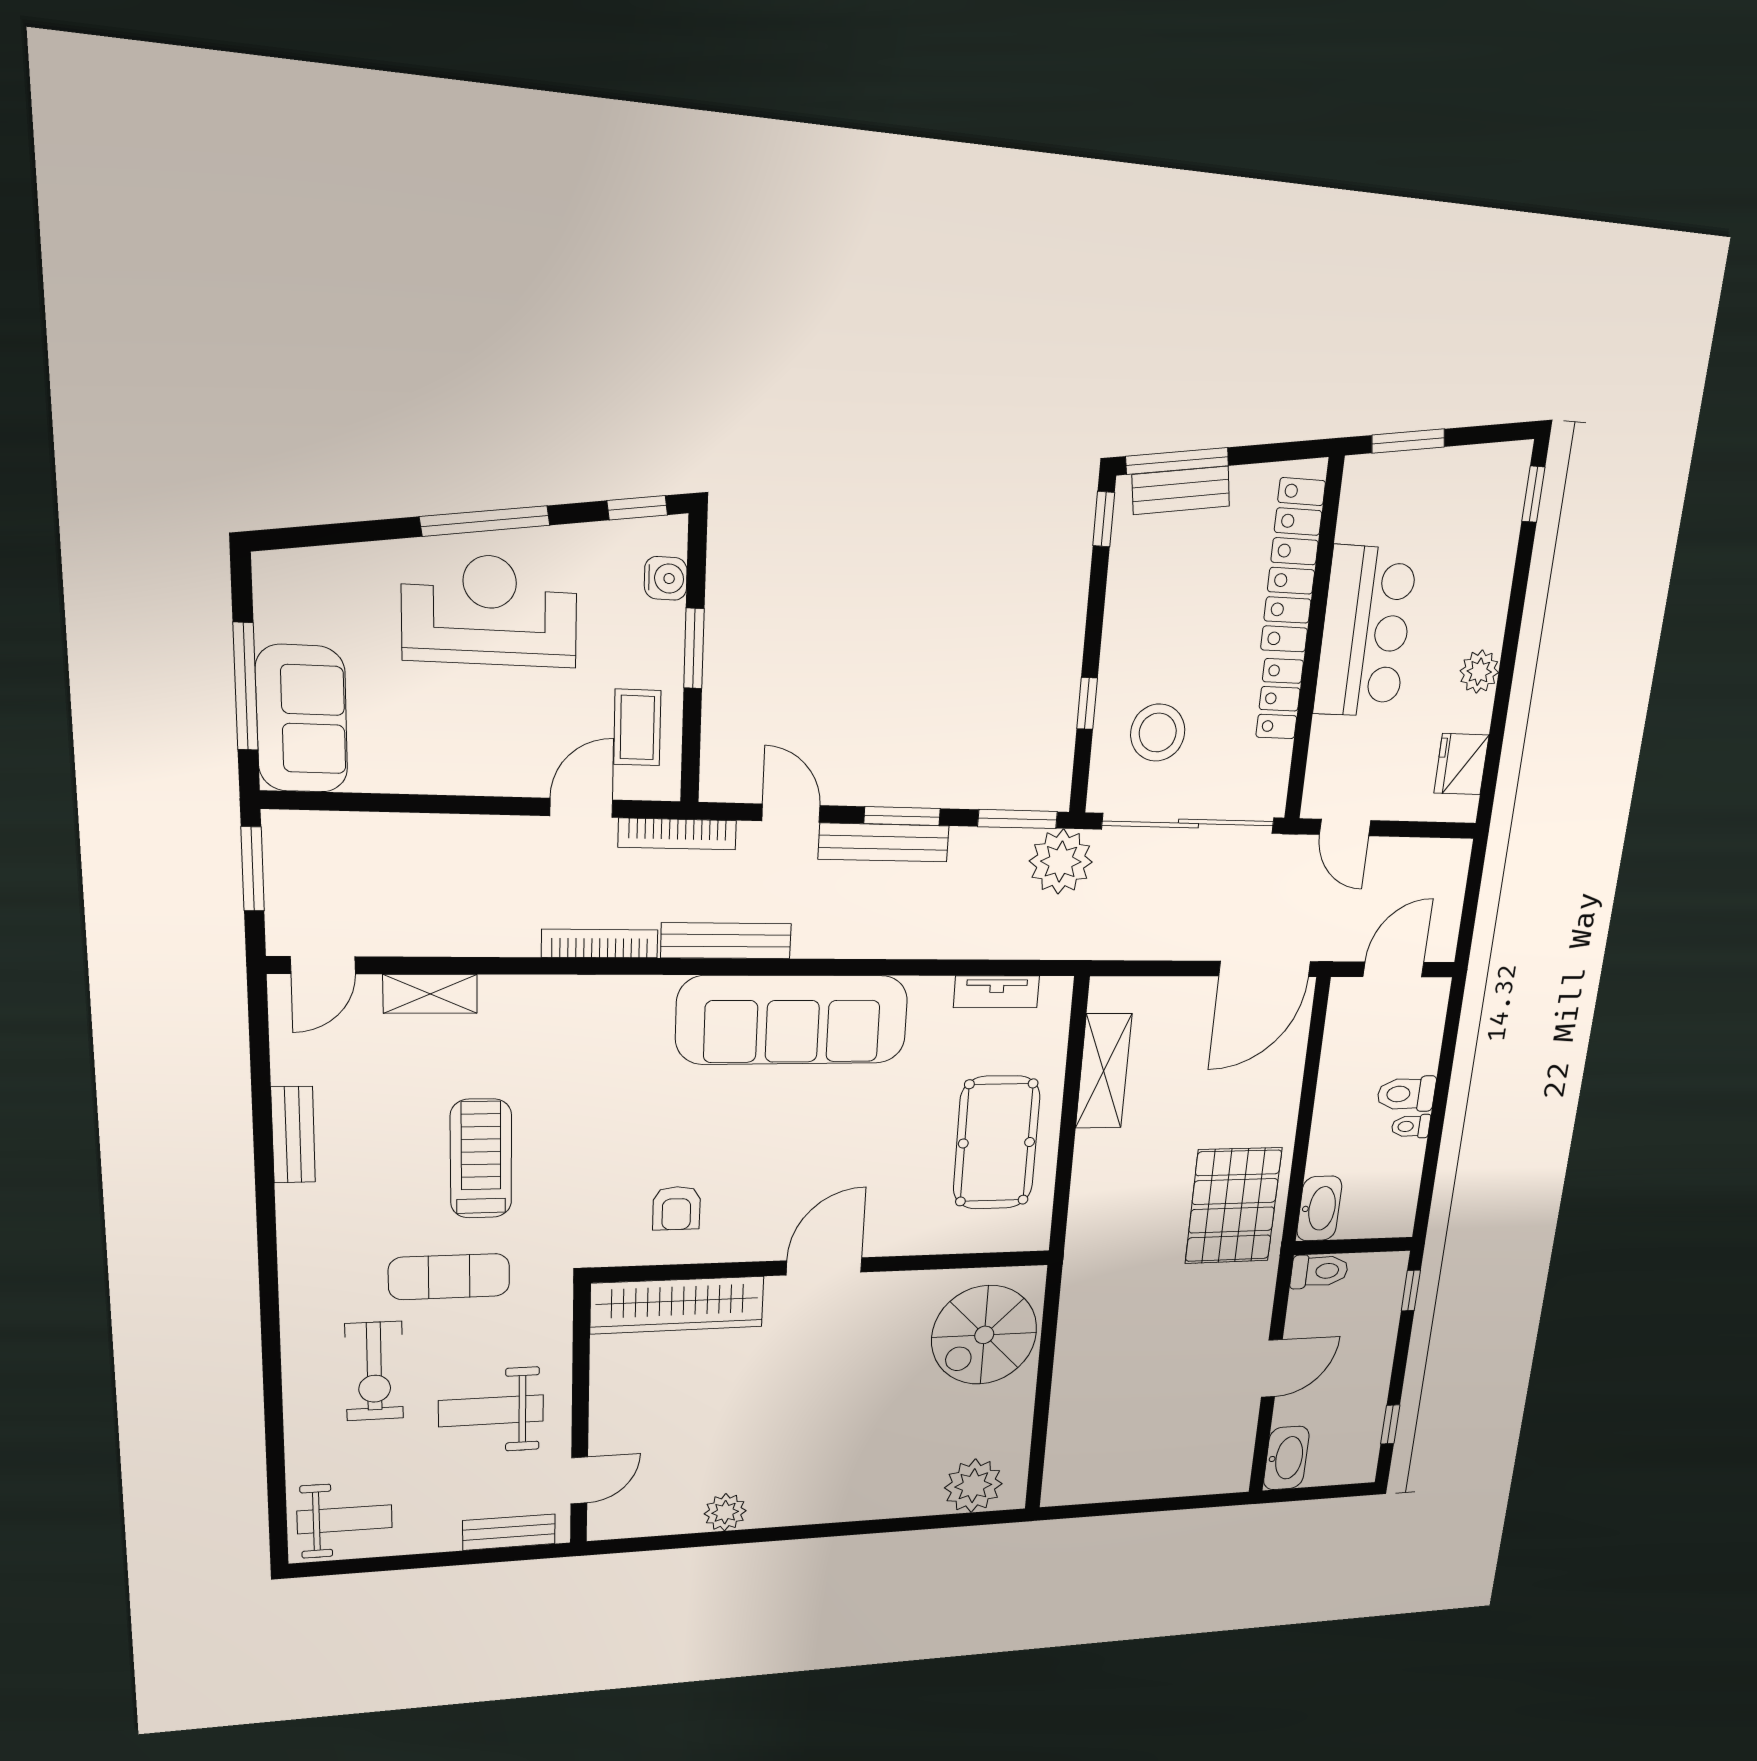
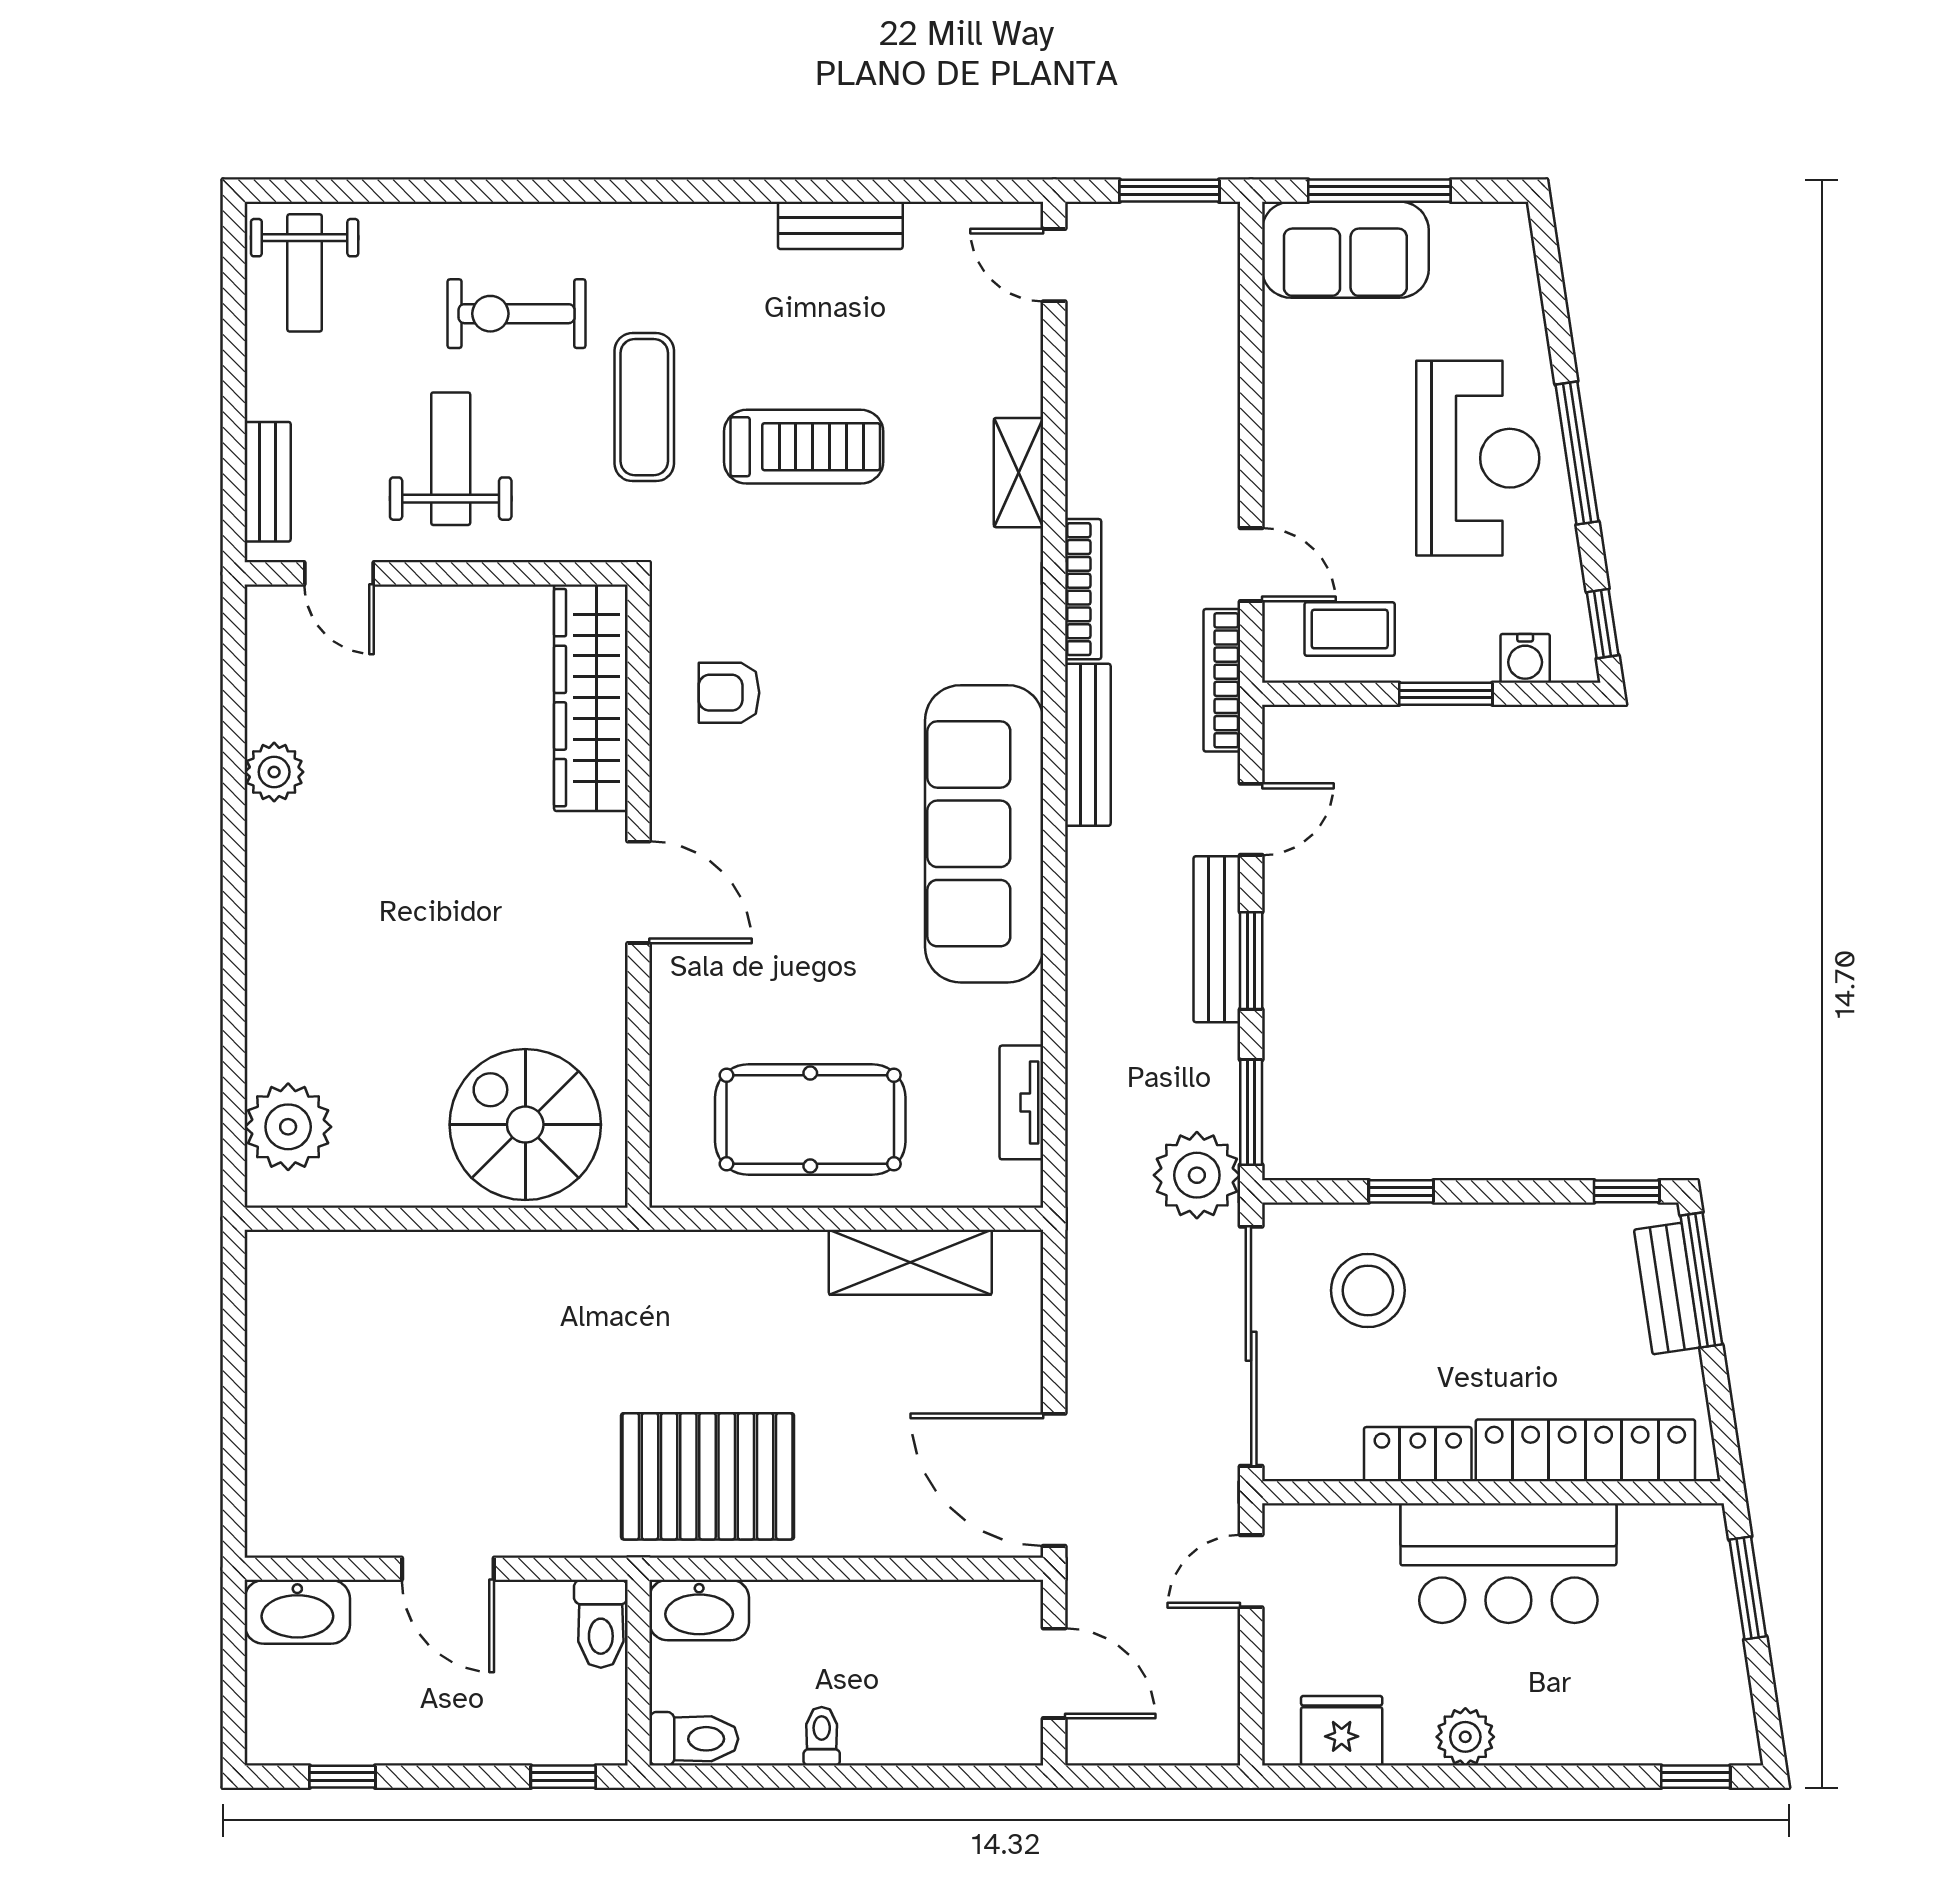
shelving: (430, 994) -> (1019, 473), moved
toilet: (1406, 1094) -> (694, 1739), moved, turned 90

